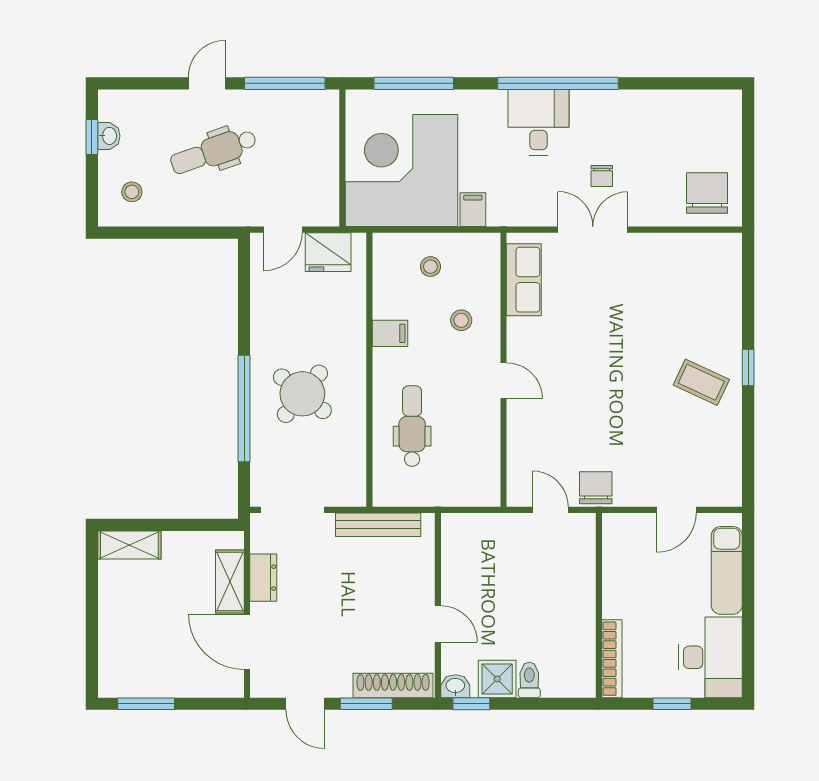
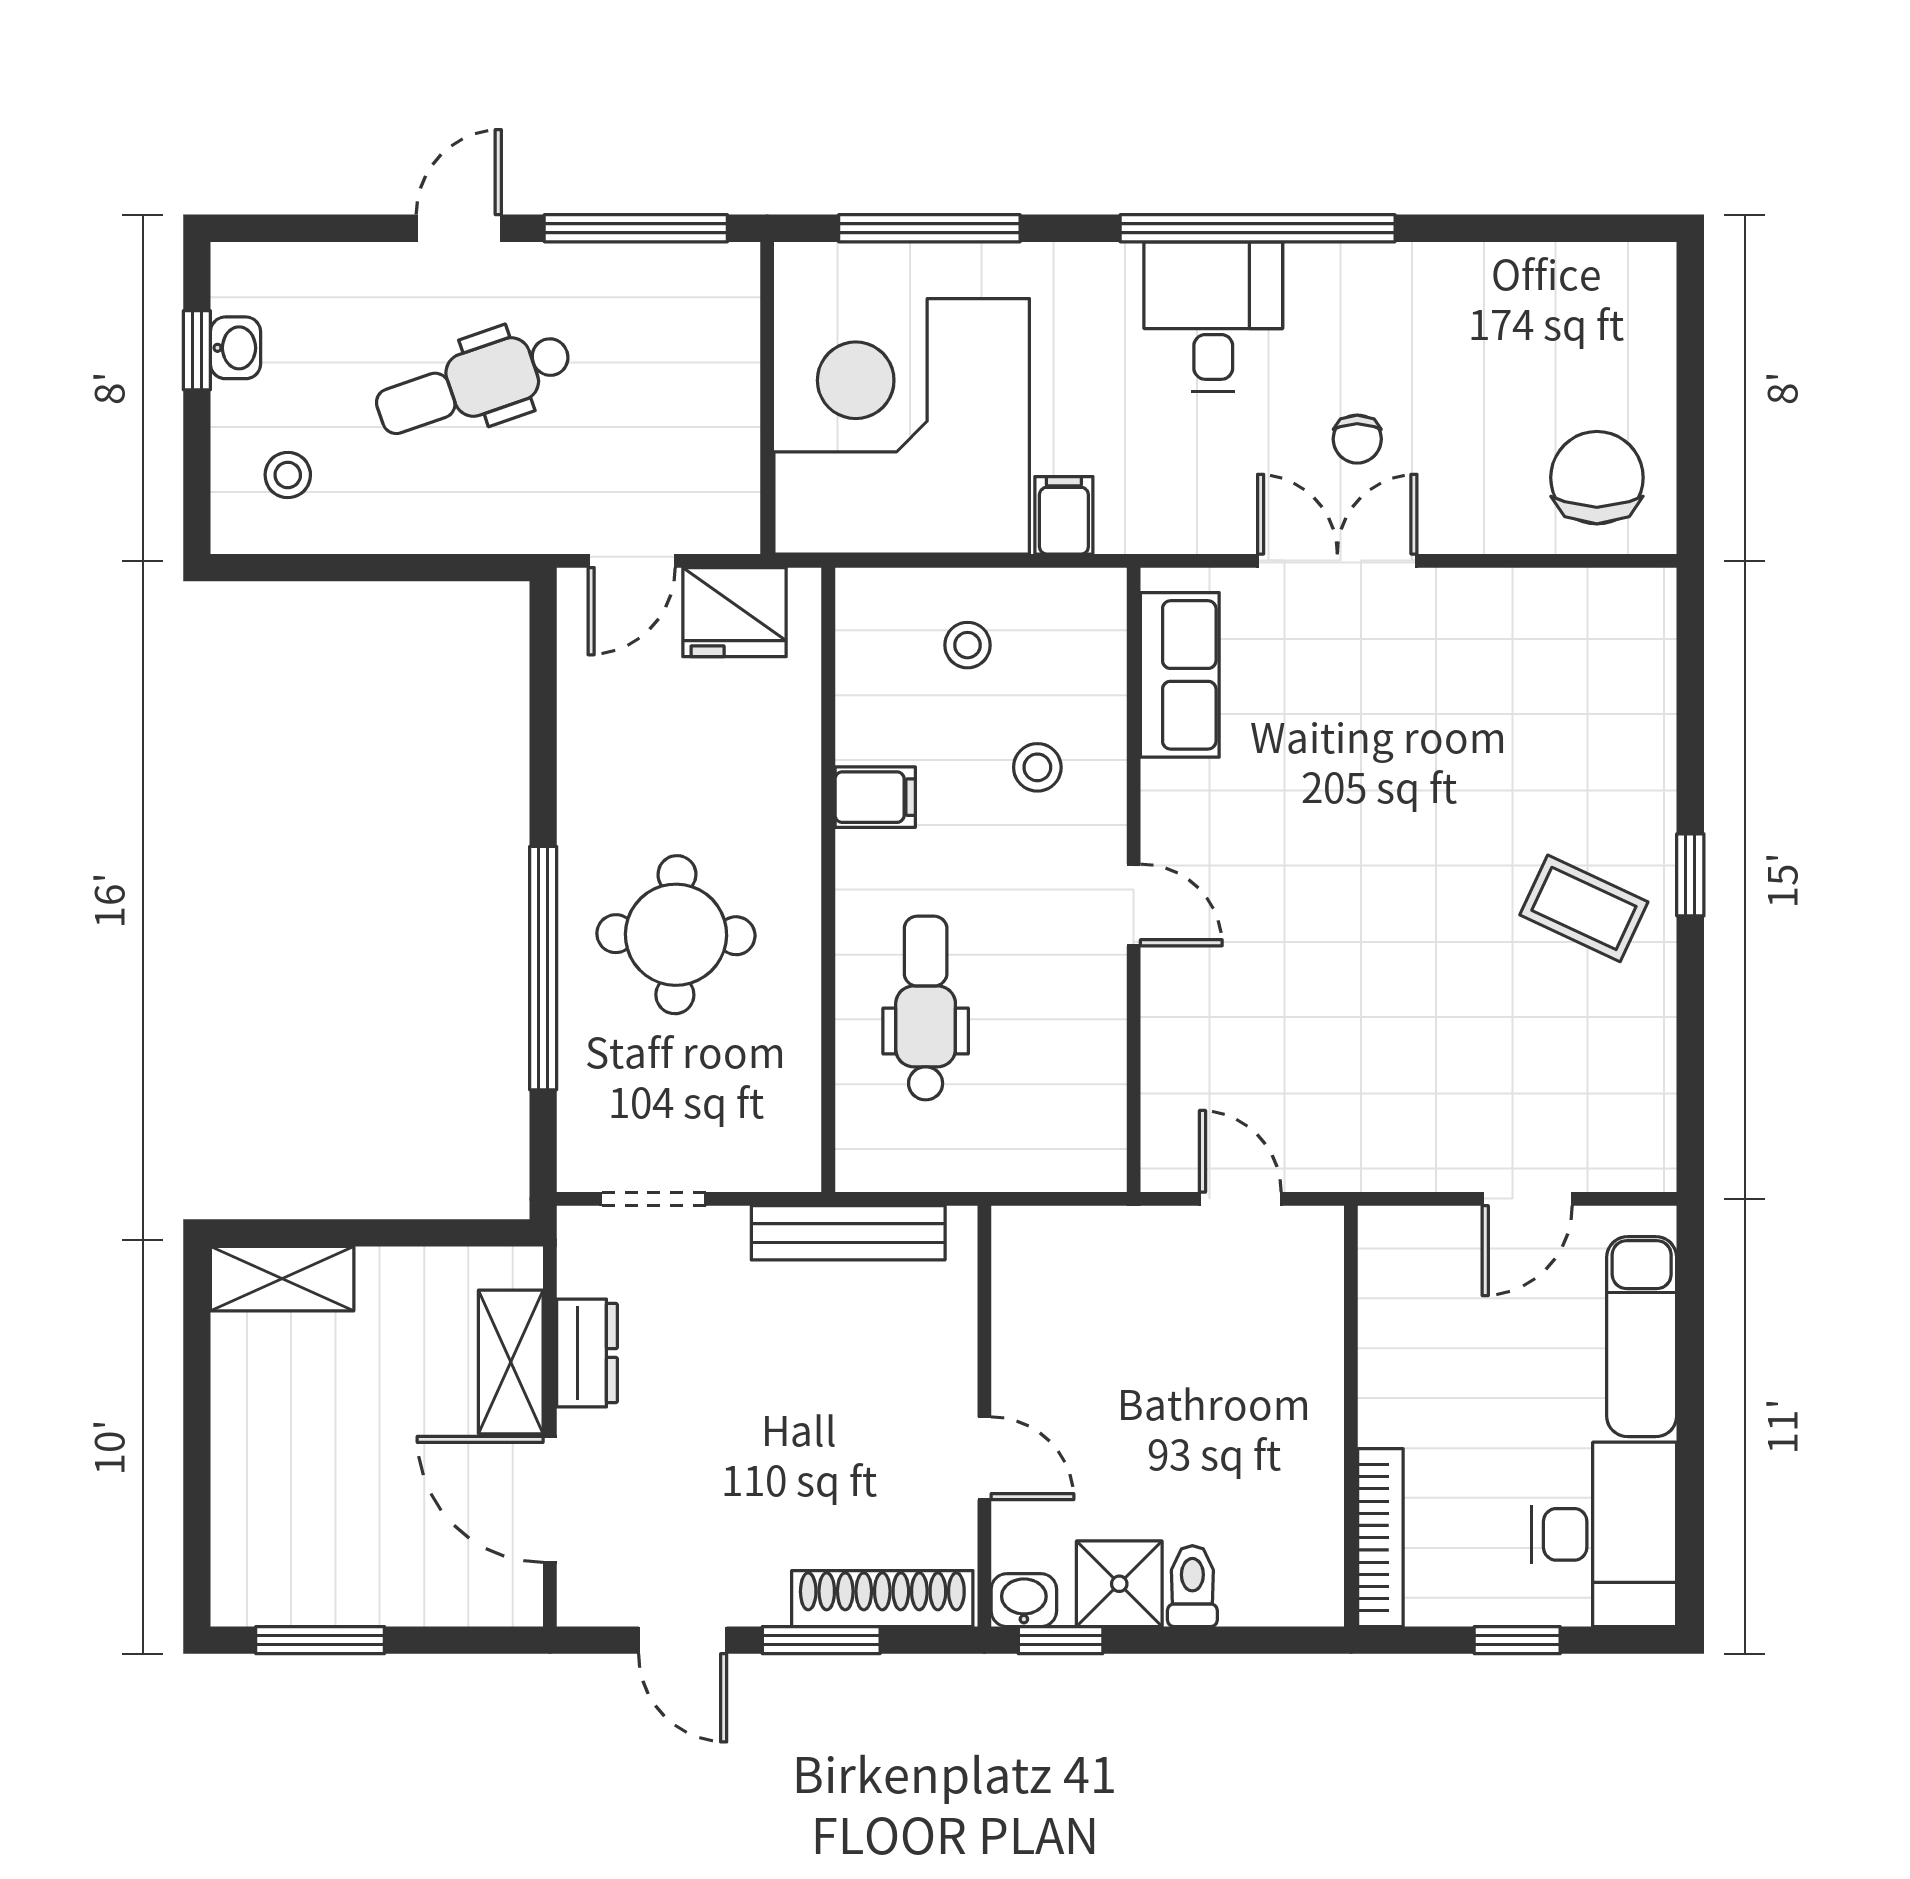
round table: (302, 394) -> (676, 935), turned -38
chair: (596, 488) -> (1344, 1148), removed
doorway: (292, 510) -> (653, 1199), width x0.73

